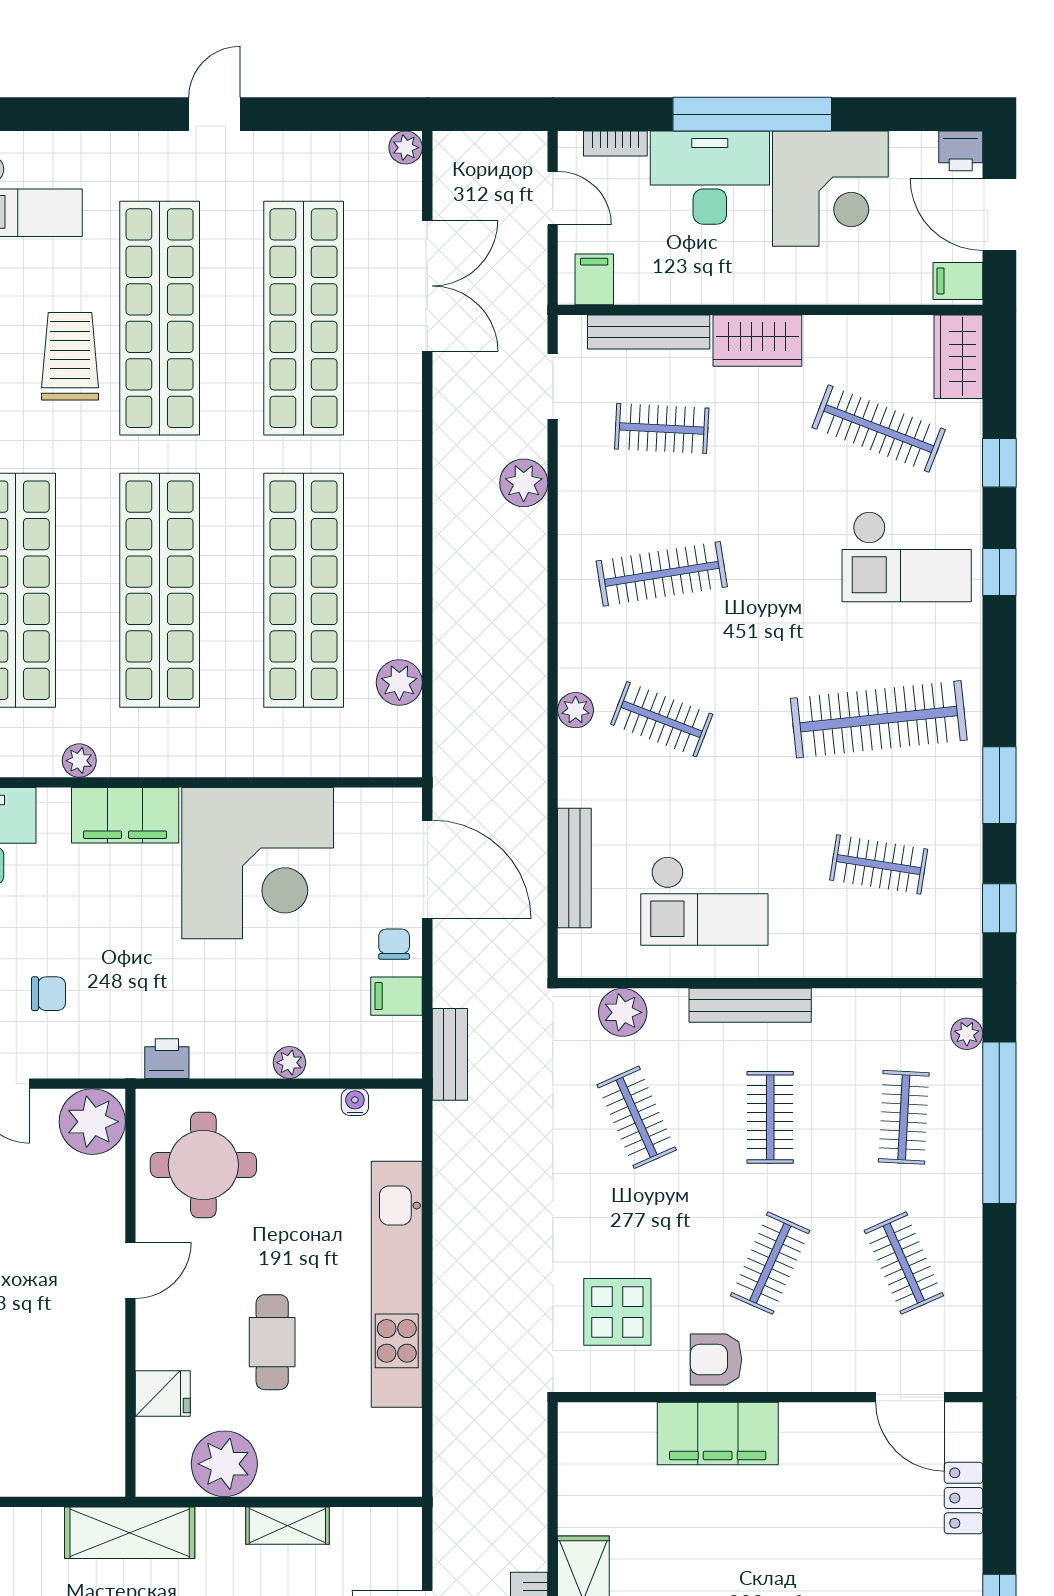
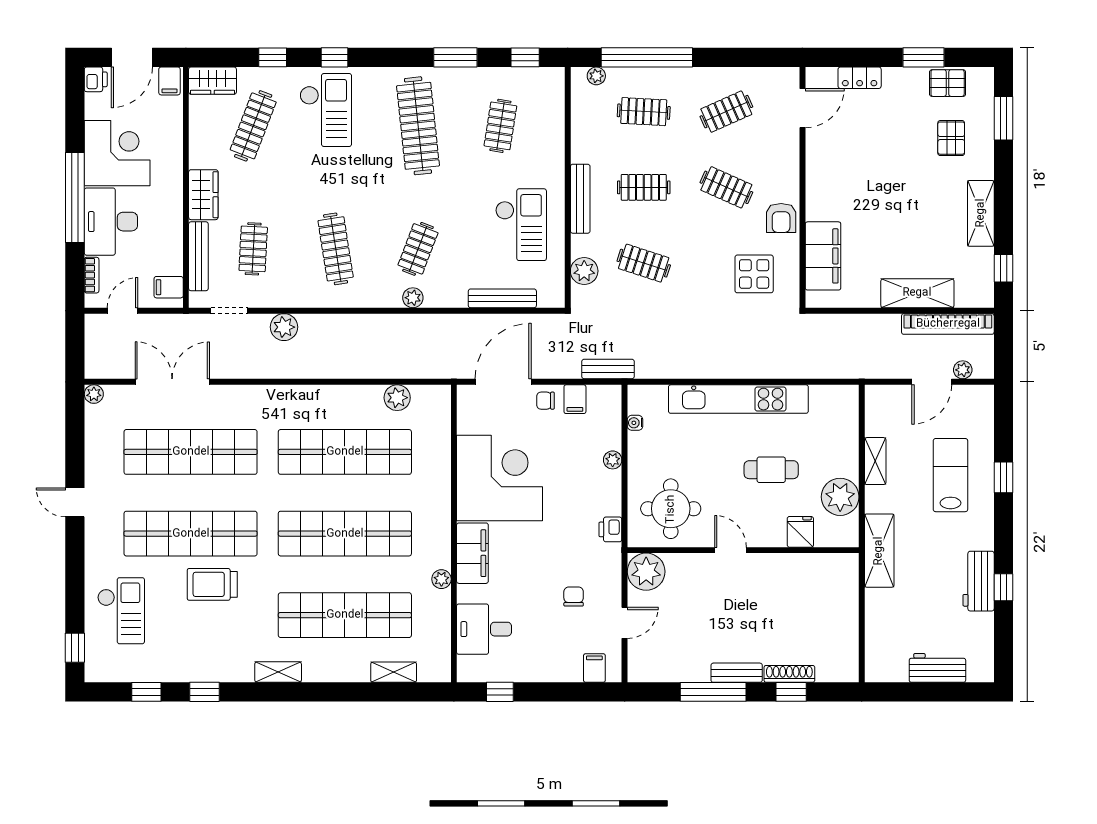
clothes rail: (637, 1117) -> (644, 263), turned 42
filing cabinet: (718, 1434) -> (823, 256), moved

